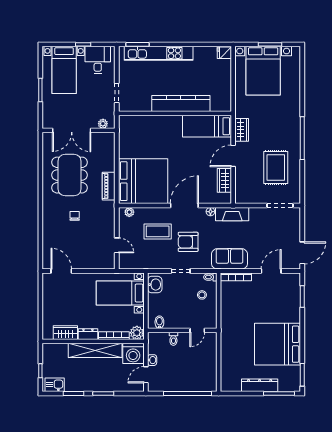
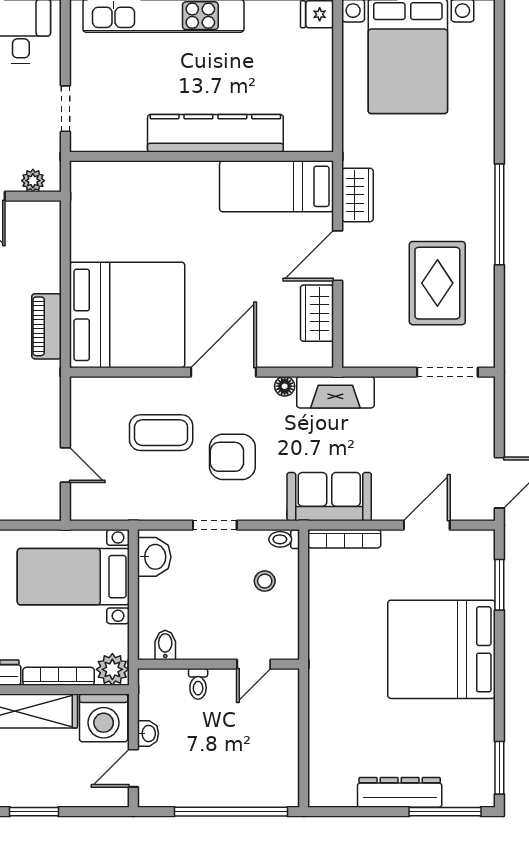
plant: (129, 212) -> (95, 387), removed
bed: (278, 344) -> (441, 649), moved

